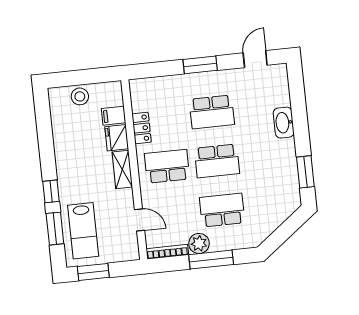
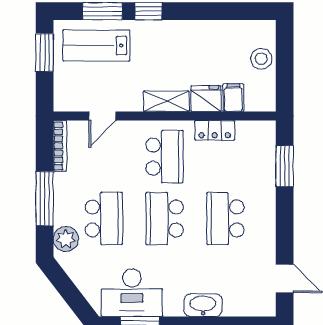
window: (200, 65) -> (285, 166), moved
desk: (280, 181) -> (132, 293), added
plant: (199, 243) -> (66, 239), moved

